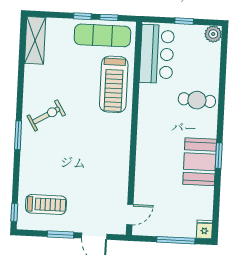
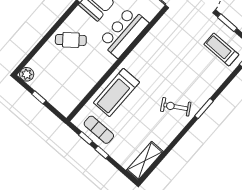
exercise mat: (102, 35) -> (99, 130), width x0.73, depth x0.69
bar counter: (157, 54) -> (124, 32), moved
treadmill: (114, 84) -> (116, 92), turned 180
cafe table: (197, 100) -> (71, 40), turned -42

